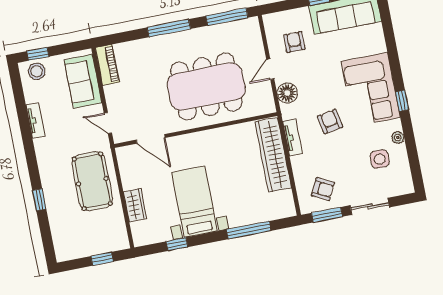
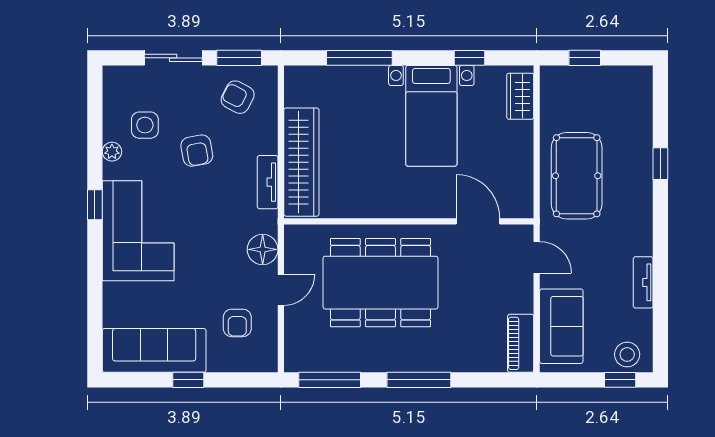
armchair: (330, 122) -> (197, 151), moved
wardrobe: (135, 205) -> (520, 96), moved

